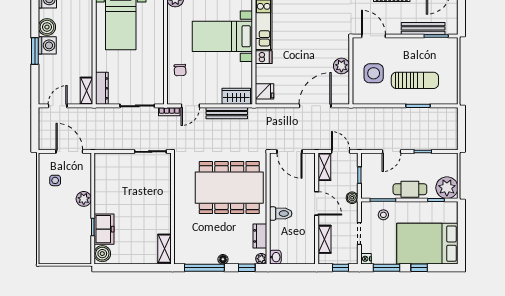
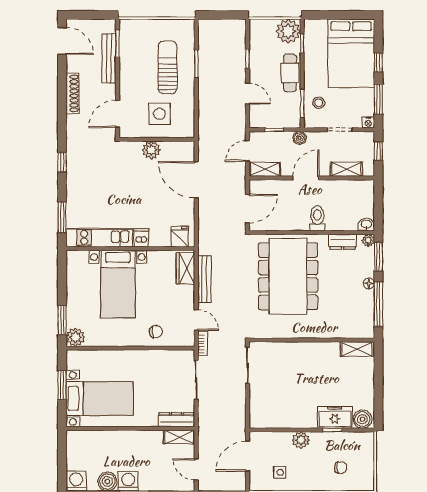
chair: (59, 234) -> (341, 468), added
window: (247, 268) -> (378, 257), width x1.50

